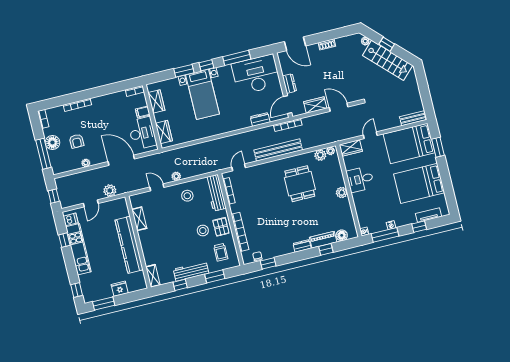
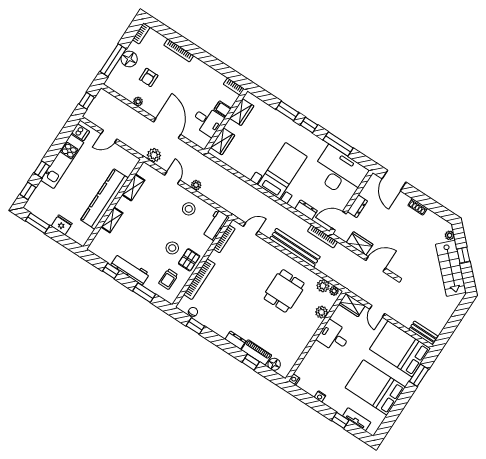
bed with nightstands: (202, 94) -> (282, 171), moved, turned 180
door: (339, 107) -> (376, 264), hinge flipped
desk: (142, 133) -> (208, 121), width x0.73
door: (370, 135) -> (377, 311), swing flipped
plant: (110, 191) -> (154, 155), moved
workbench: (216, 193) -> (216, 225), width x0.73
plant: (342, 193) -> (322, 312), moved
window: (385, 235) -> (307, 399), removed
window: (64, 240) -> (42, 169), moved
shelving: (153, 276) -> (112, 220), moved

